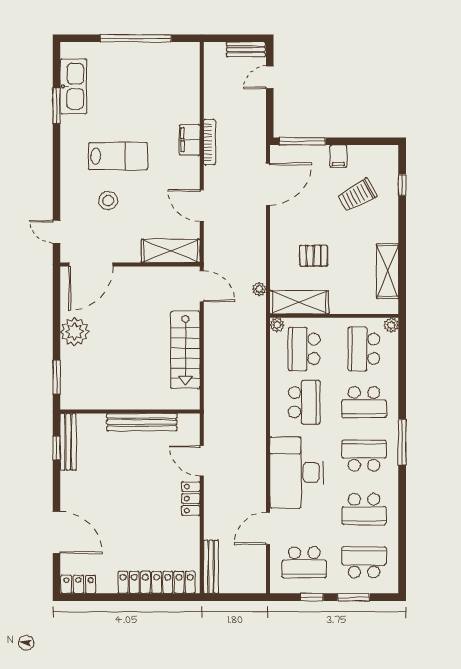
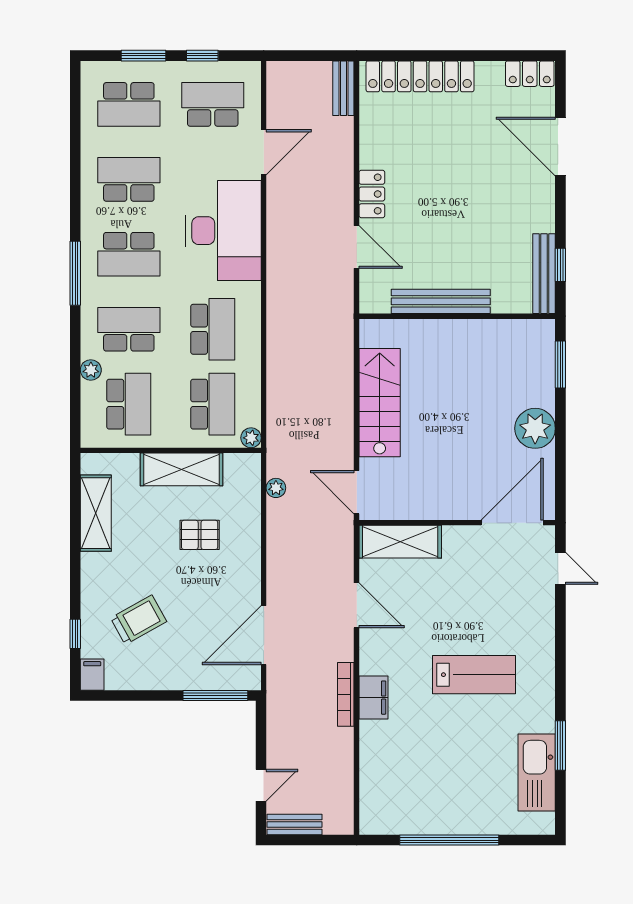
lab bench: (118, 156) -> (474, 675), turned 180
filing cabinet: (338, 156) -> (92, 675), moved
stool: (108, 201) -> (488, 612), removed
shelving: (299, 302) -> (182, 469), moved
plant: (391, 325) -> (91, 370), moved
school desk: (304, 402) -> (213, 329), turned 180
bench: (211, 567) -> (343, 88), width x0.73

